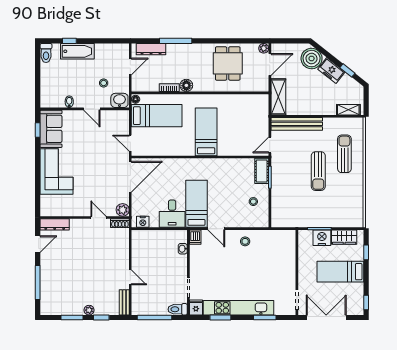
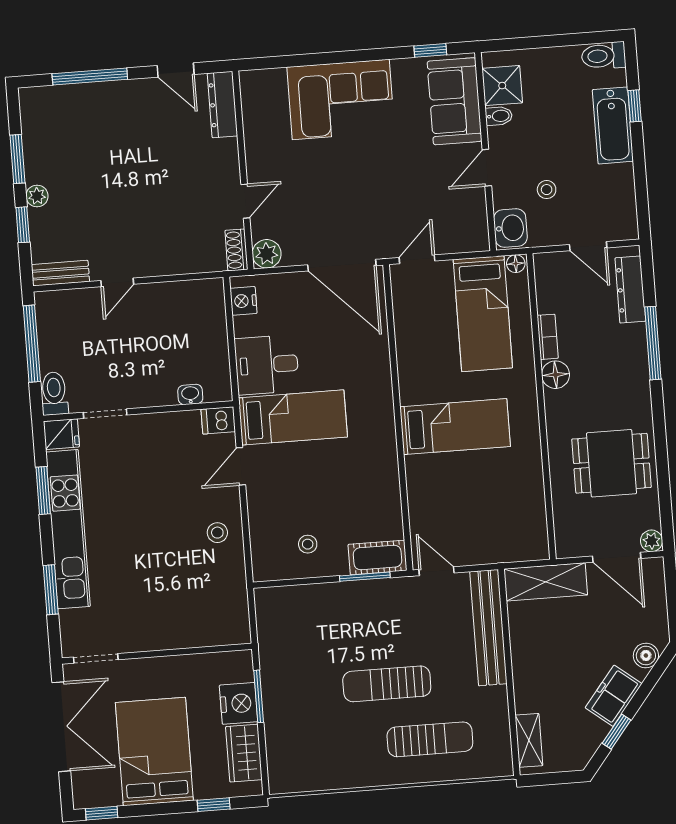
boiler: (312, 59) -> (646, 656), width x0.54, depth x0.54
shower: (56, 99) -> (502, 86), added
sofa: (51, 129) -> (455, 101), moved, turned 90
bed: (340, 272) -> (154, 751), width x1.50

